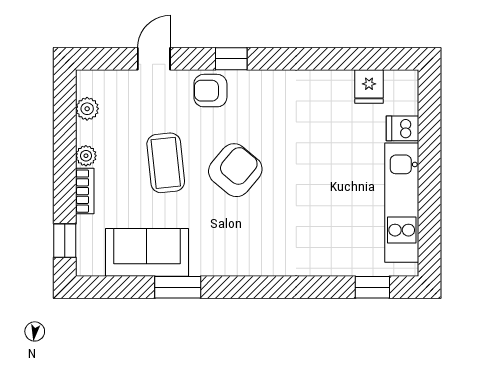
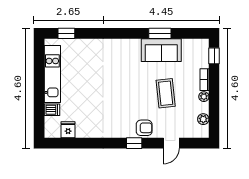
armchair: (235, 170) -> (132, 90), removed
sofa: (147, 252) -> (161, 50), moved

